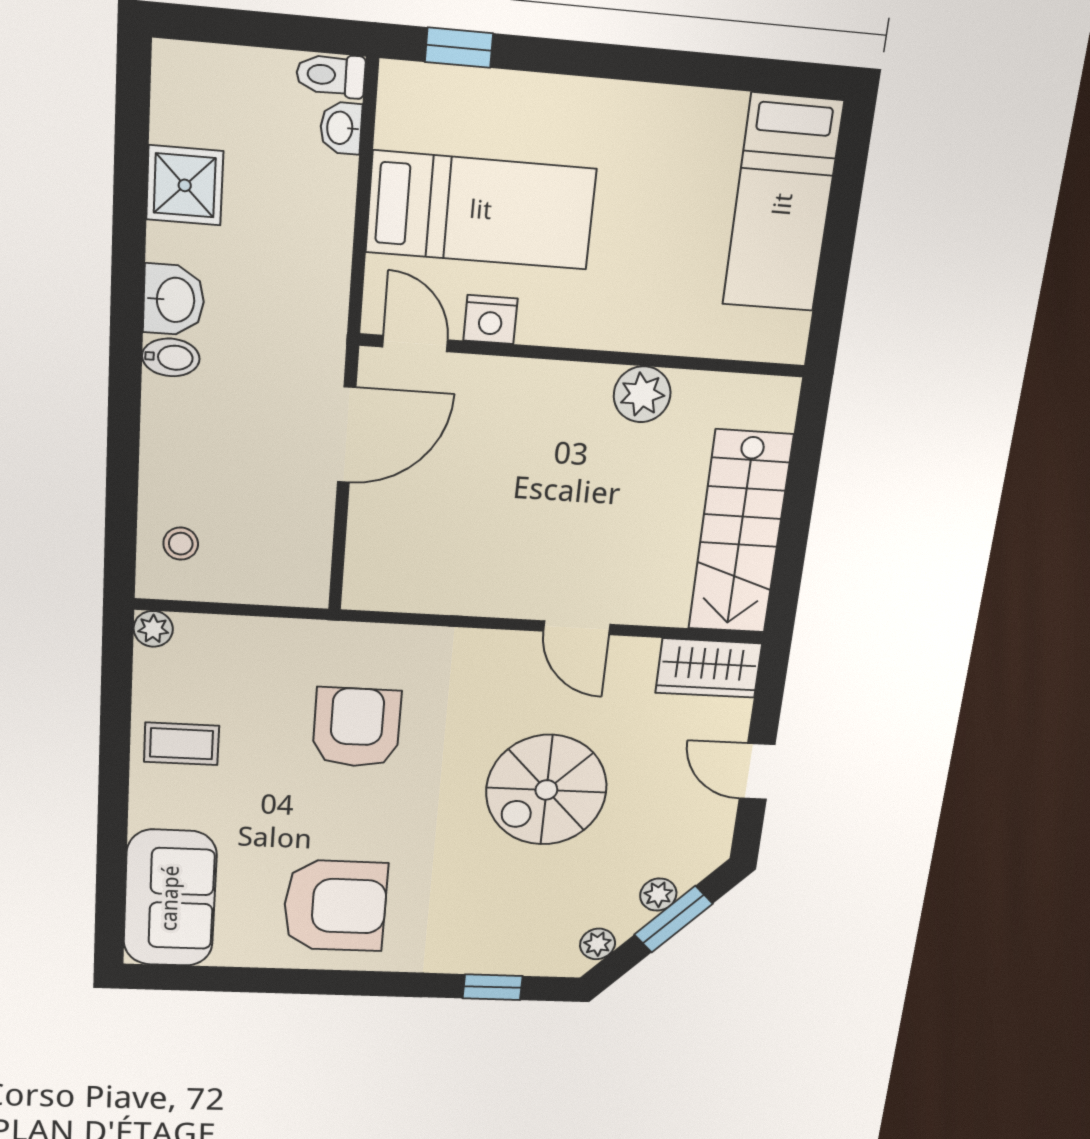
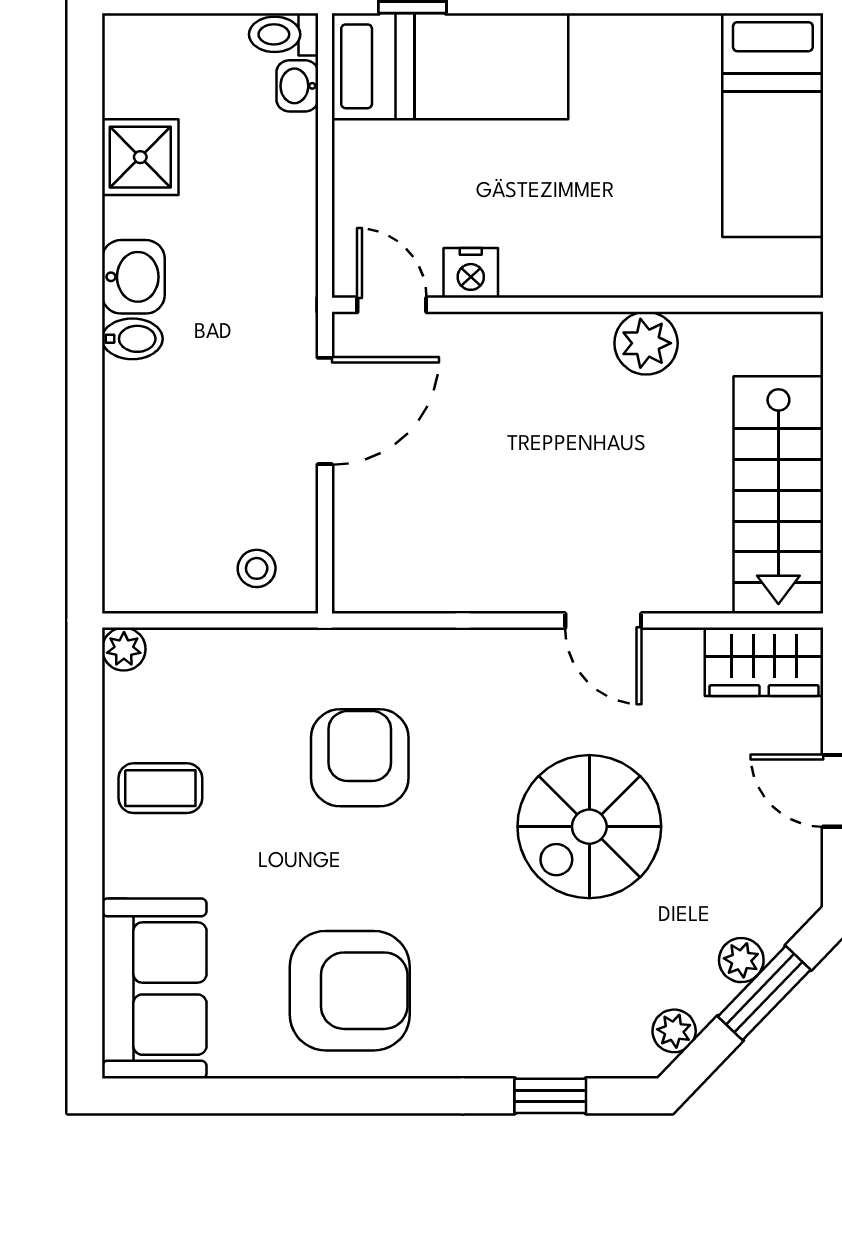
bed: (481, 210) -> (450, 66), moved
stool: (181, 544) -> (257, 568), moved

